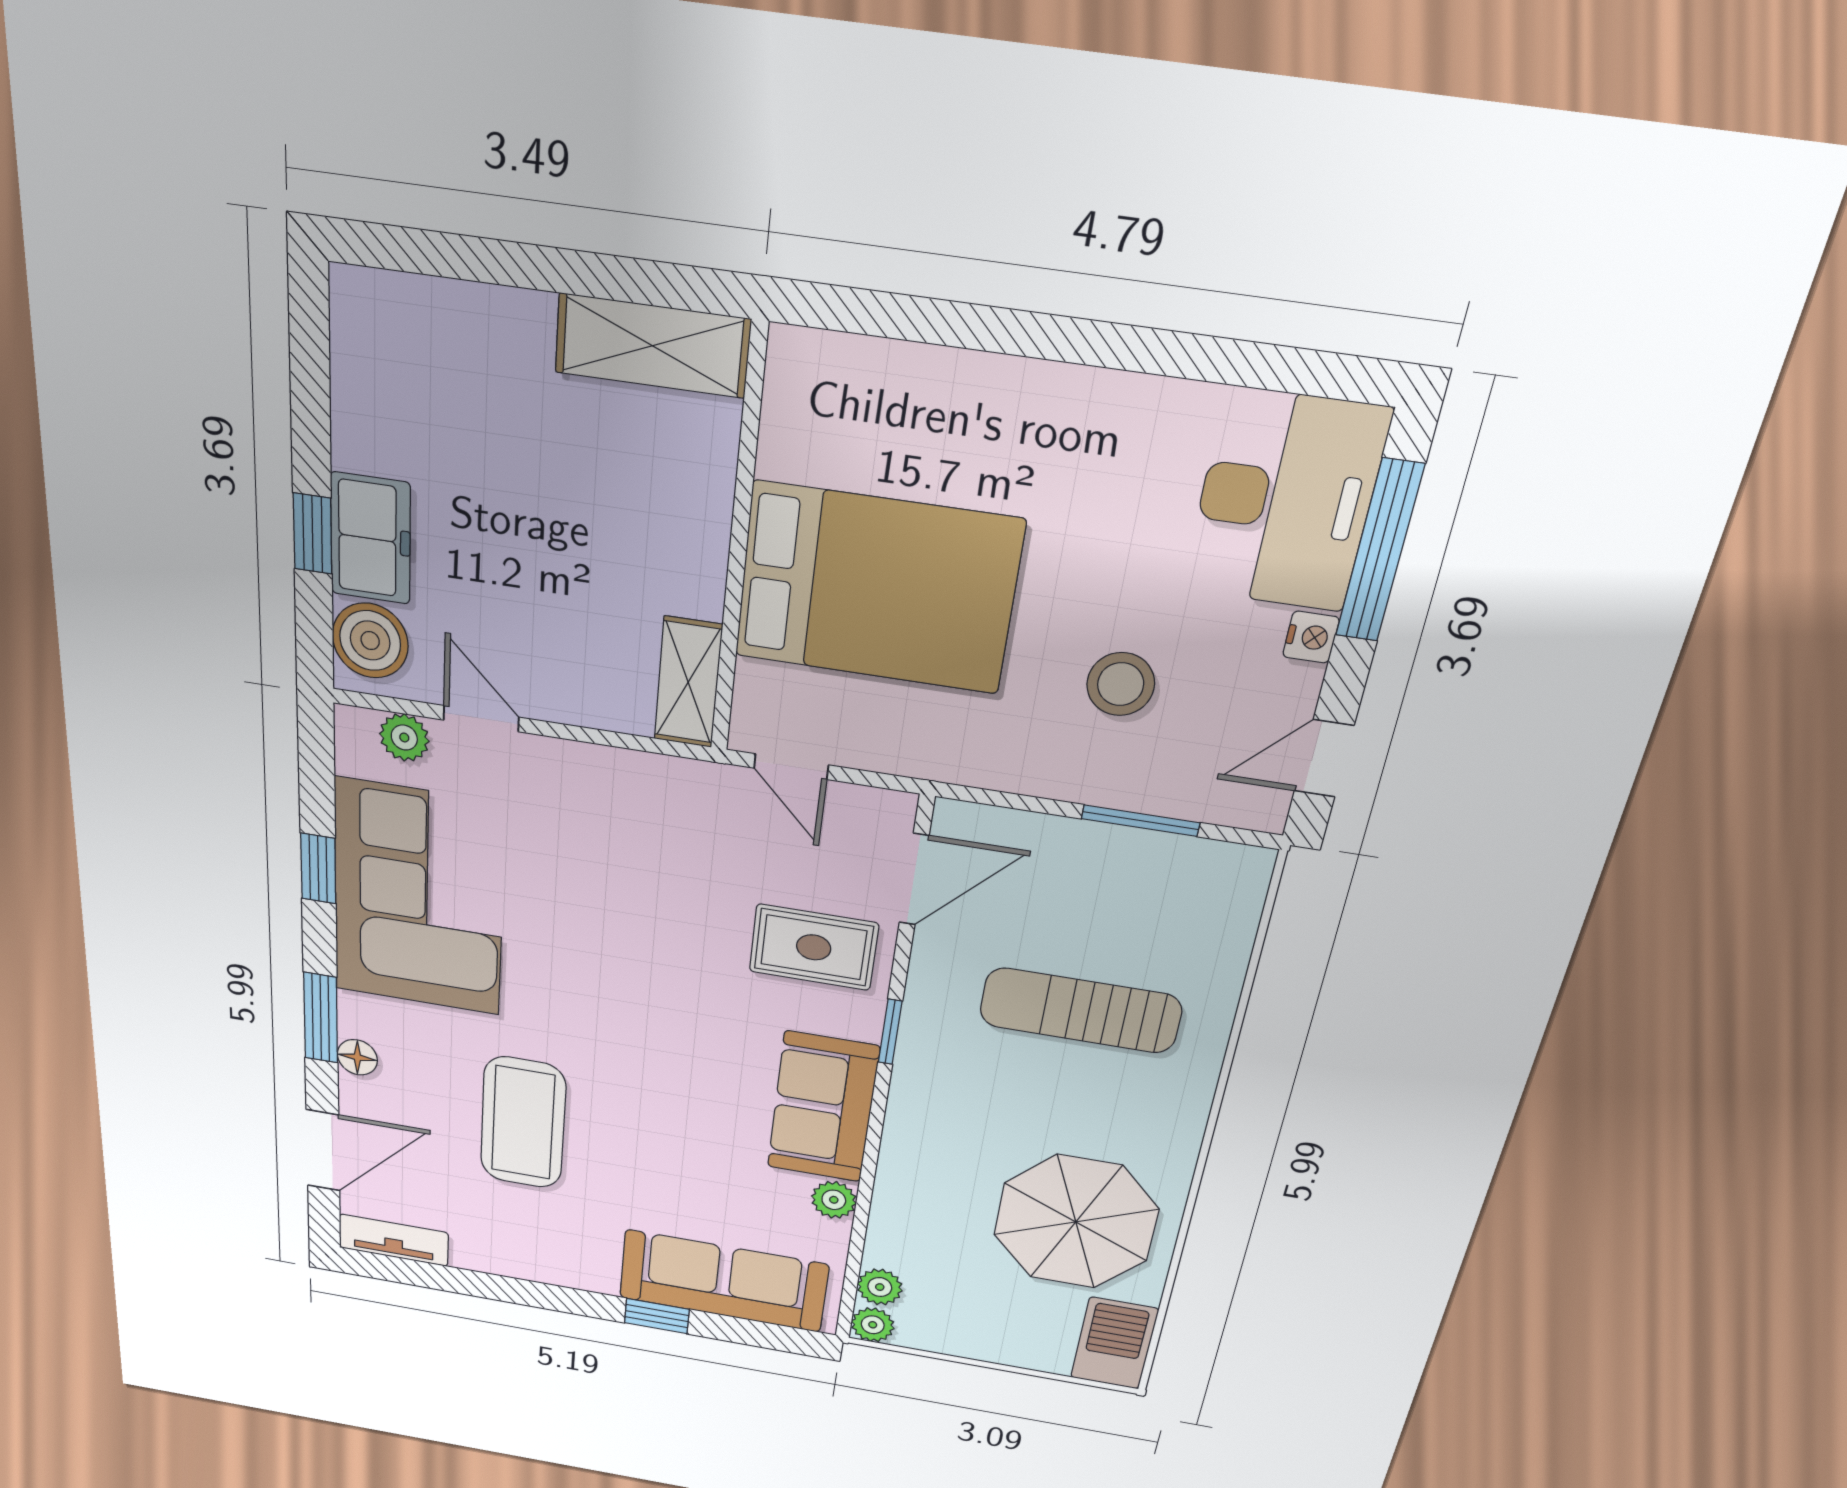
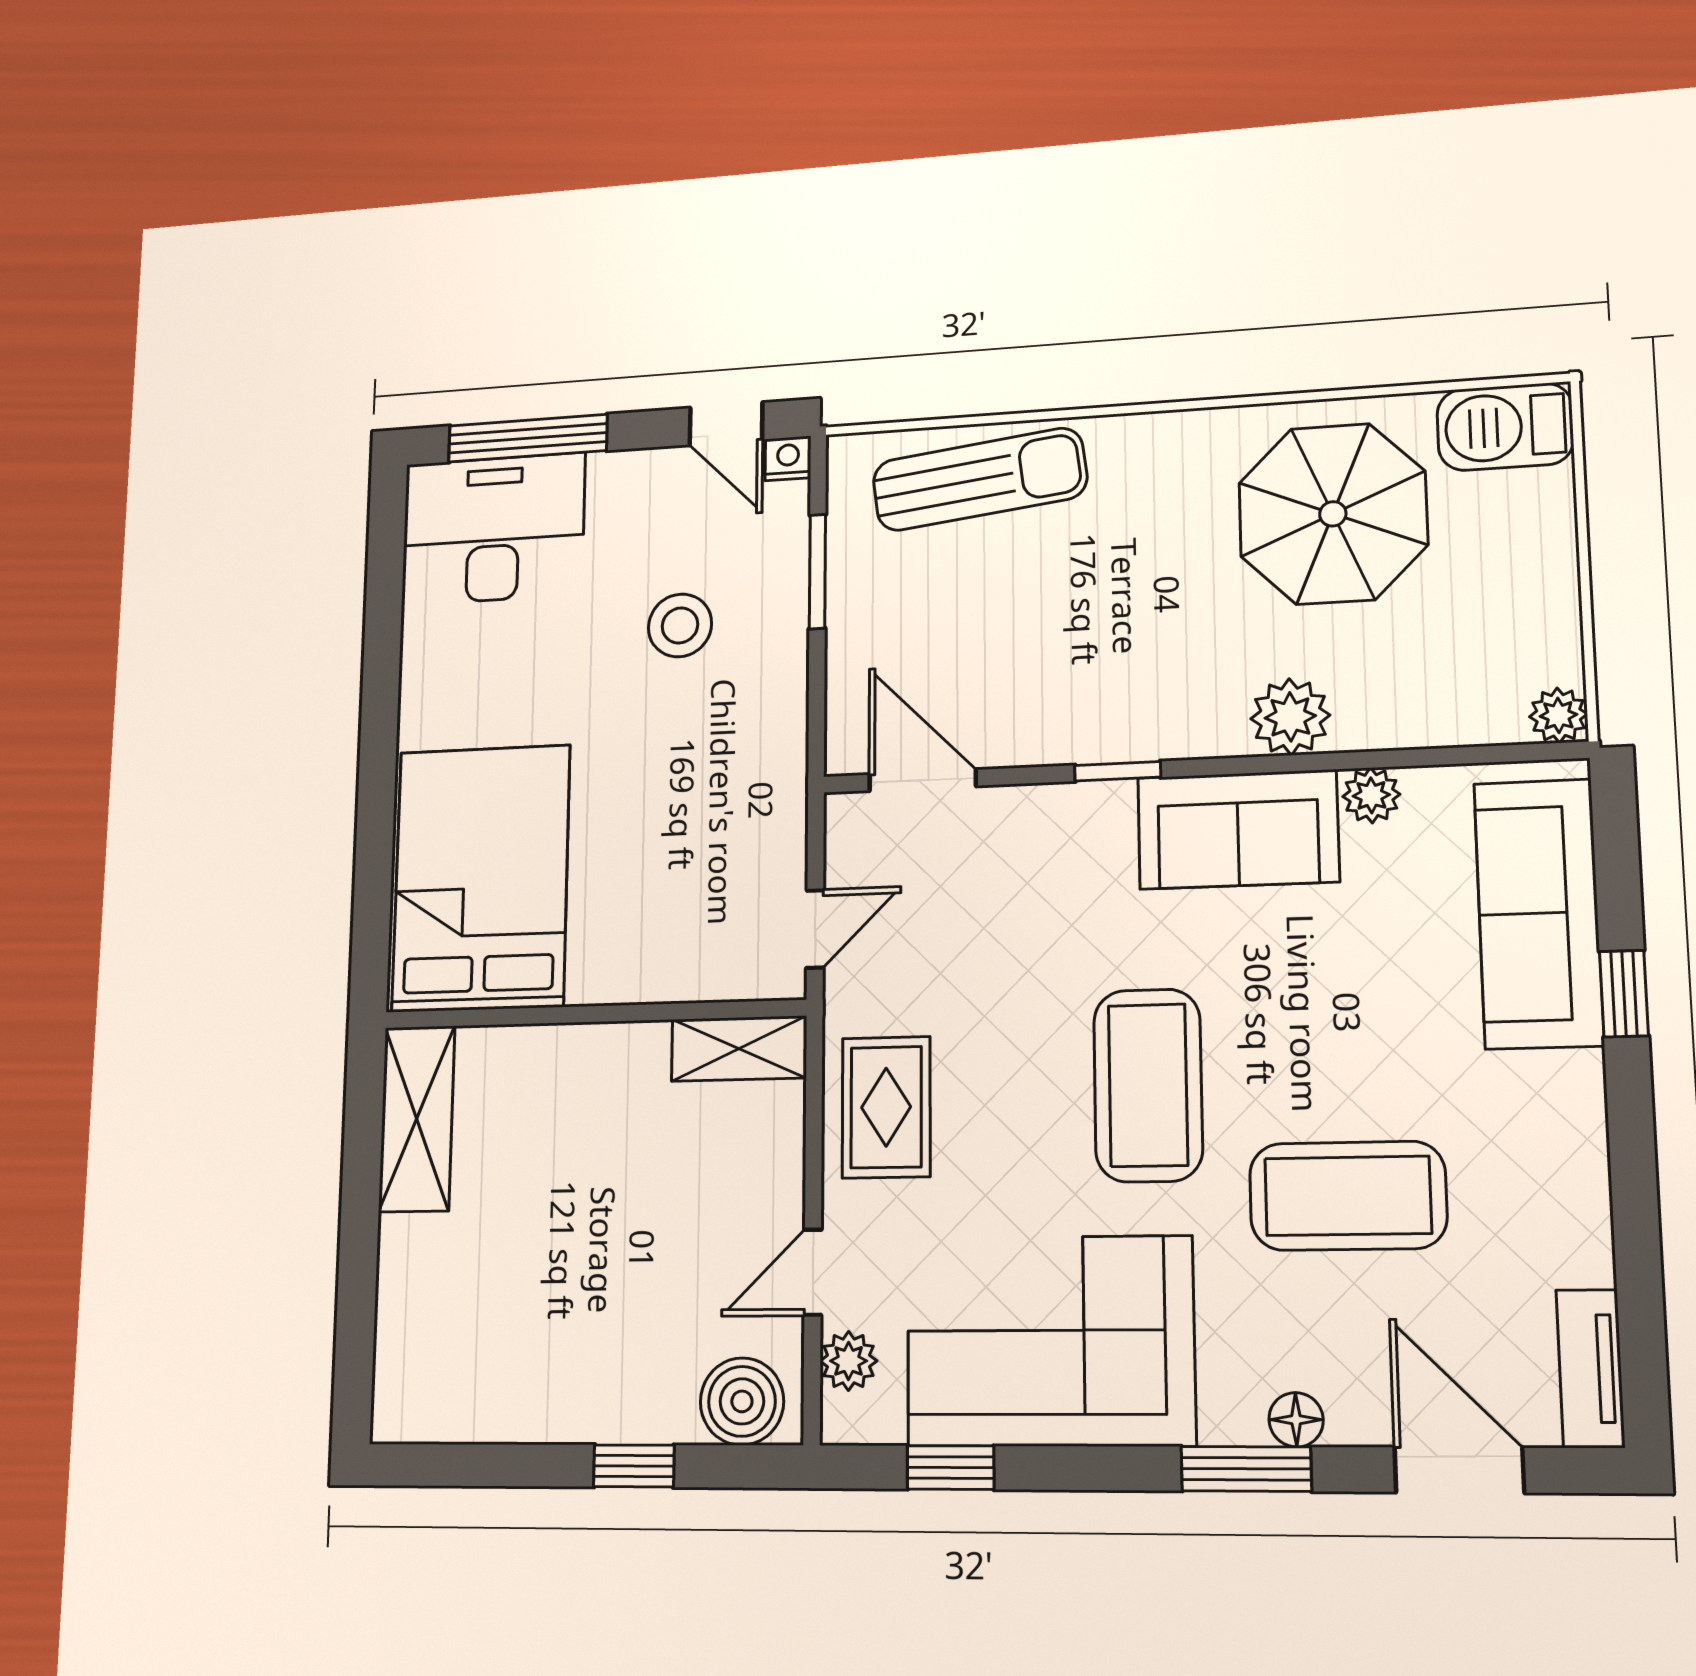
freezer: (370, 539) -> (631, 1401), removed
bed: (877, 588) -> (481, 878), moved
nightstand: (1311, 637) -> (788, 458), moved
window: (318, 869) -> (951, 1467), moved
rug: (814, 947) -> (886, 1107), moved
coffee table: (621, 1006) -> (1148, 1085), added
sun lounger: (1080, 1010) -> (980, 479), moved, turned -97
plant: (880, 1287) -> (1290, 717), moved, width x1.38, depth x1.38

